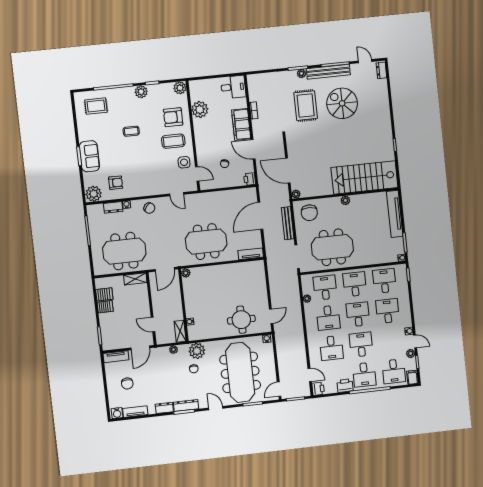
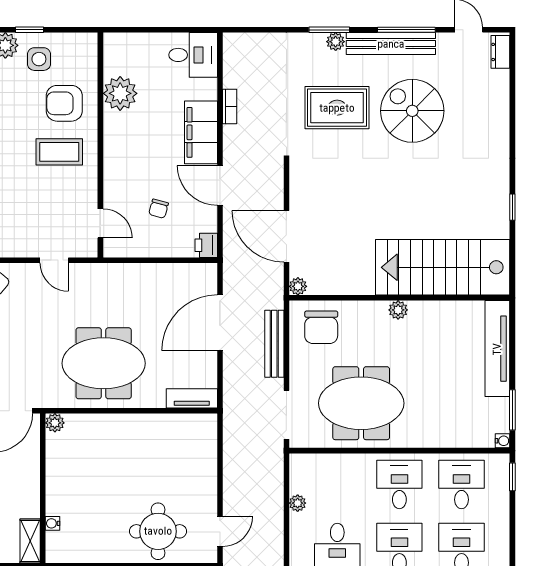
plant: (180, 88) -> (85, 45), removed
rug: (306, 106) -> (337, 108), turned 90
side table: (184, 162) -> (39, 59), moved
desk: (325, 288) -> (337, 484), removed

